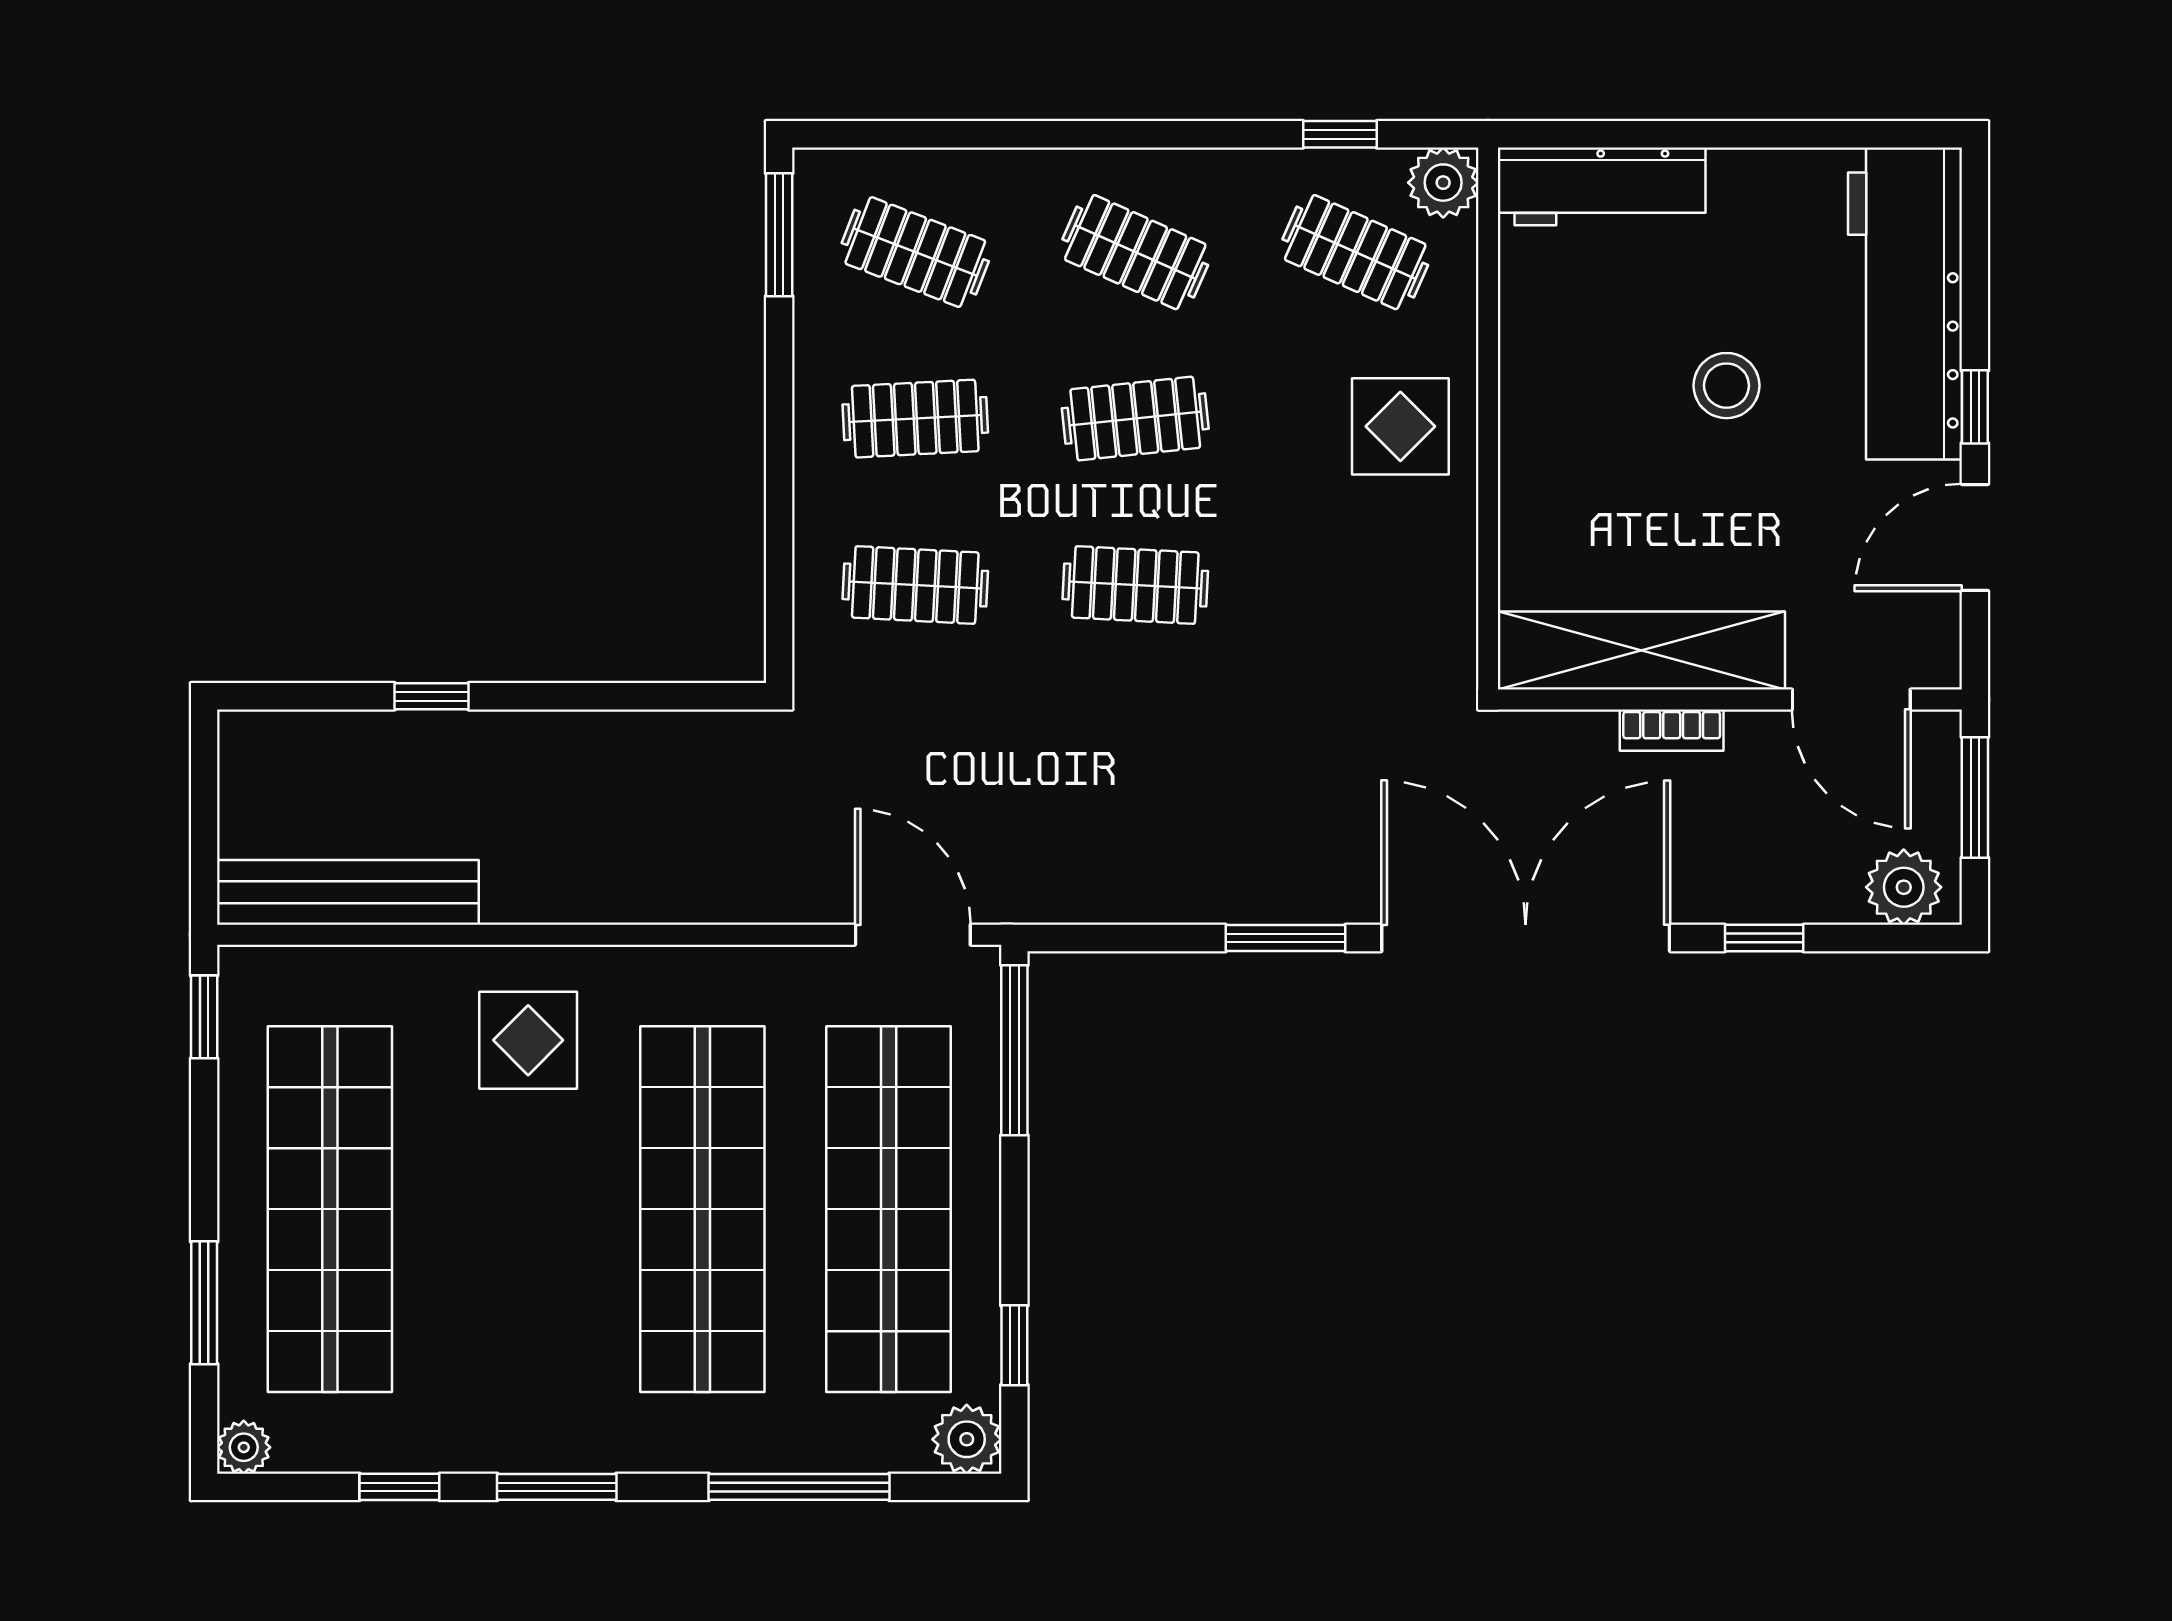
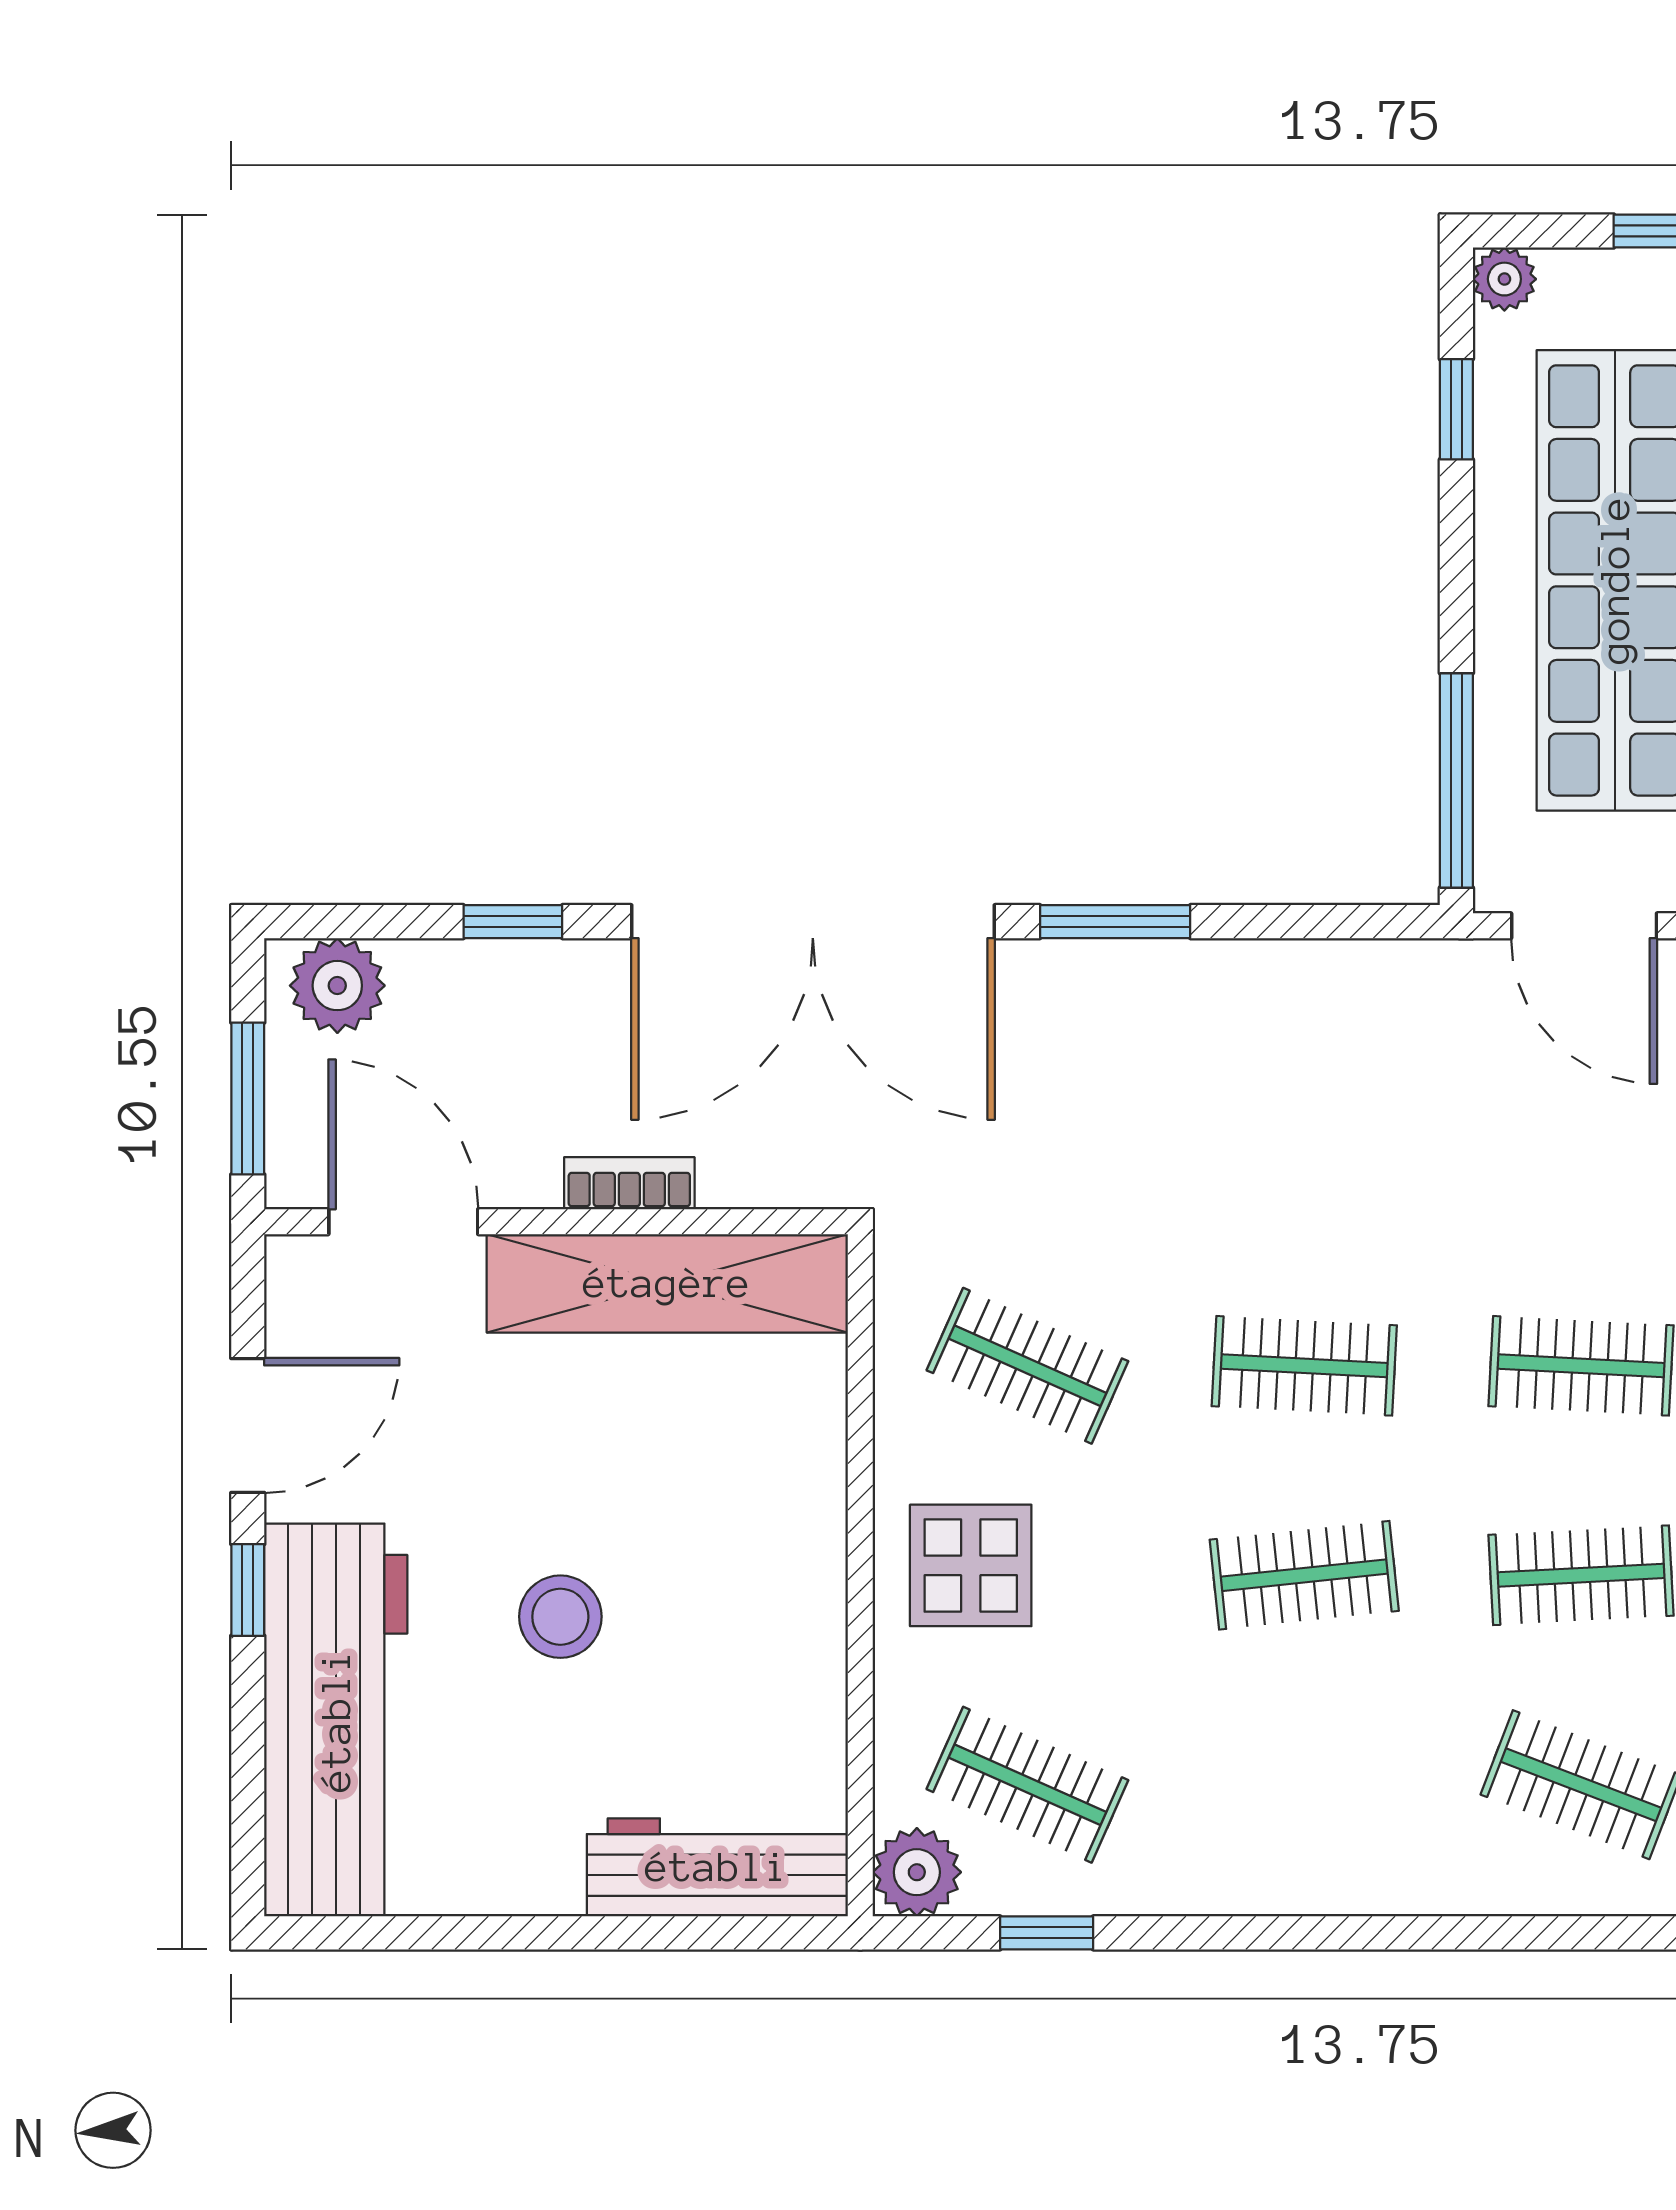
clothes rail: (1135, 252) -> (1027, 1366), moved
plant: (967, 1439) -> (1504, 279), width x0.73, depth x0.73

